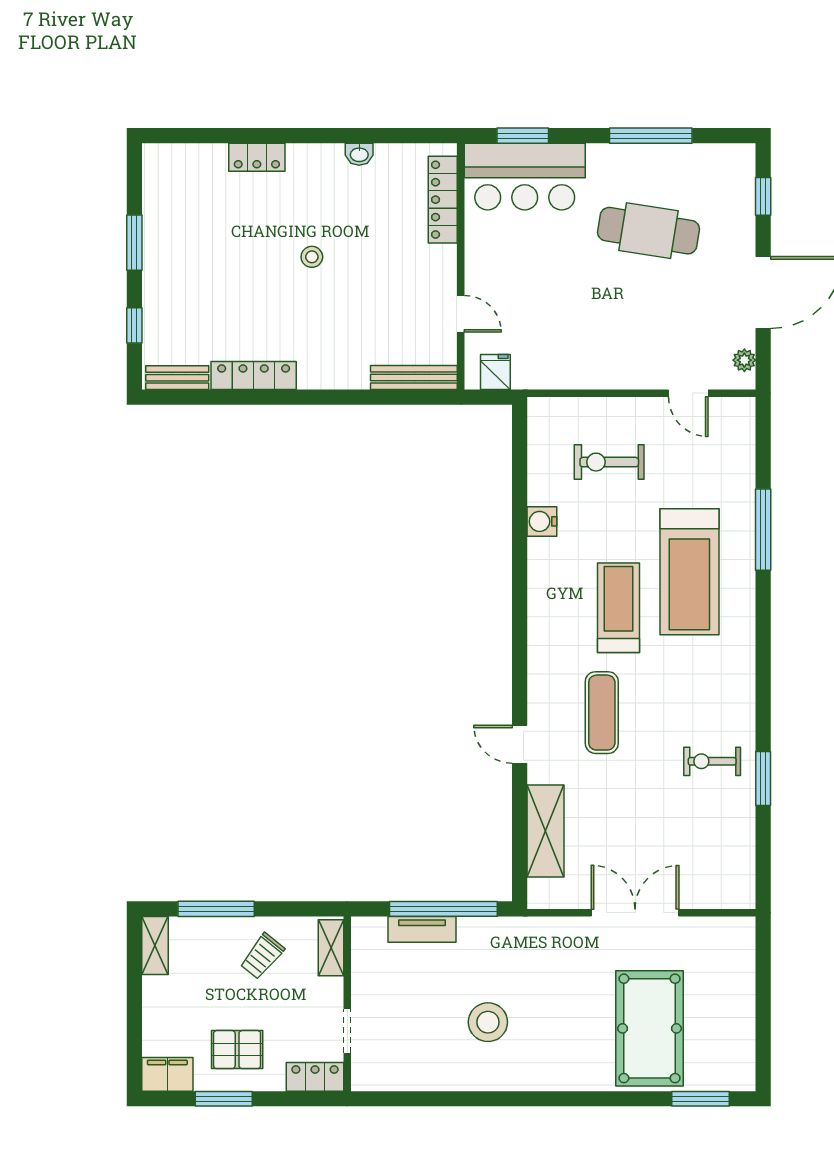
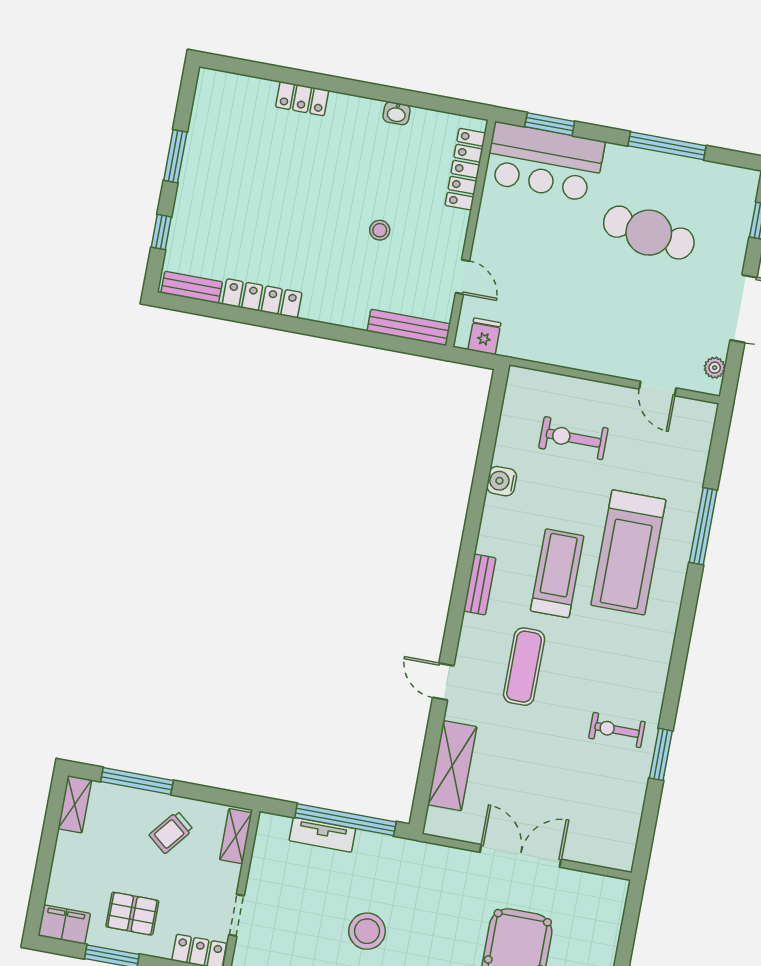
stool: (312, 257) -> (380, 230), moved
bench: (539, 635) -> (480, 584), added

